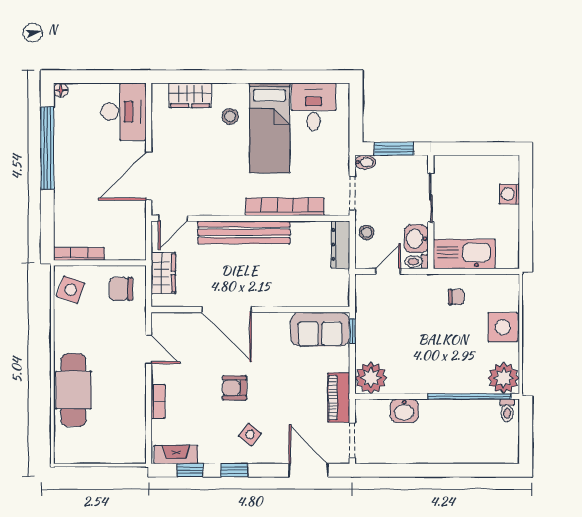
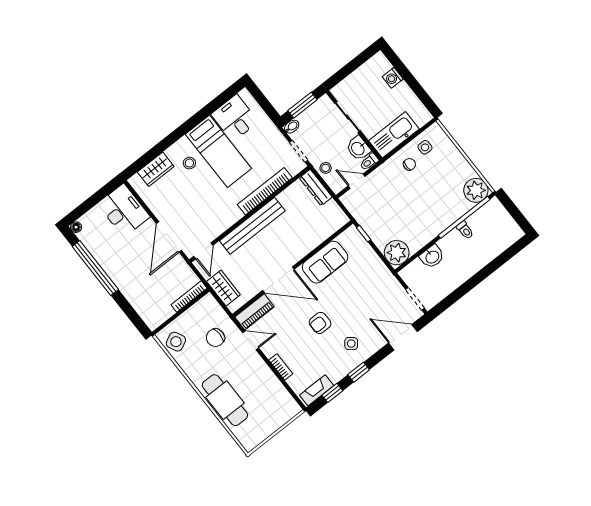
bookcase: (79, 254) -> (189, 297), moved
door: (388, 271) -> (357, 181), hinge flipped
chair: (121, 289) -> (215, 338), moved
side table: (71, 290) -> (176, 342), turned 45
side table: (503, 327) -> (425, 147), moved, width x0.54, depth x0.54
sofa: (320, 329) -> (325, 262), moved
piano: (339, 398) -> (254, 312), moved, turned -90
toilet: (507, 410) -> (465, 230), moved

